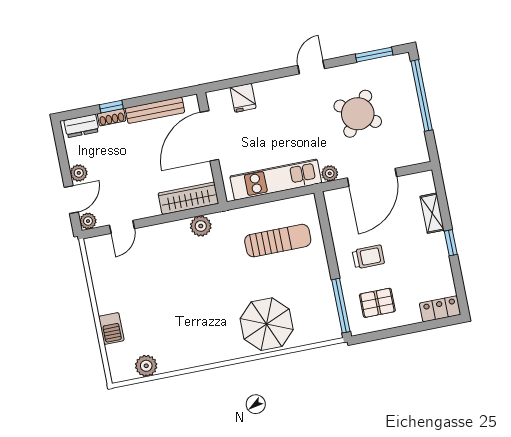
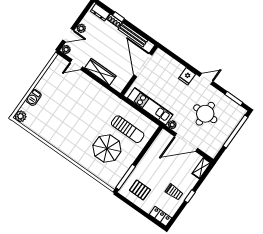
fridge: (243, 98) -> (187, 76), moved
round table: (358, 114) -> (205, 114), turned -35
door: (209, 136) -> (143, 65), hinge flipped
wardrobe: (188, 198) -> (100, 72), moved
shelving: (432, 213) -> (201, 168), moved
plant: (201, 226) -> (105, 94), removed
trolley: (368, 257) -> (174, 192), moved
parasol: (267, 324) -> (107, 149), moved
plant: (146, 366) -> (21, 116), moved

